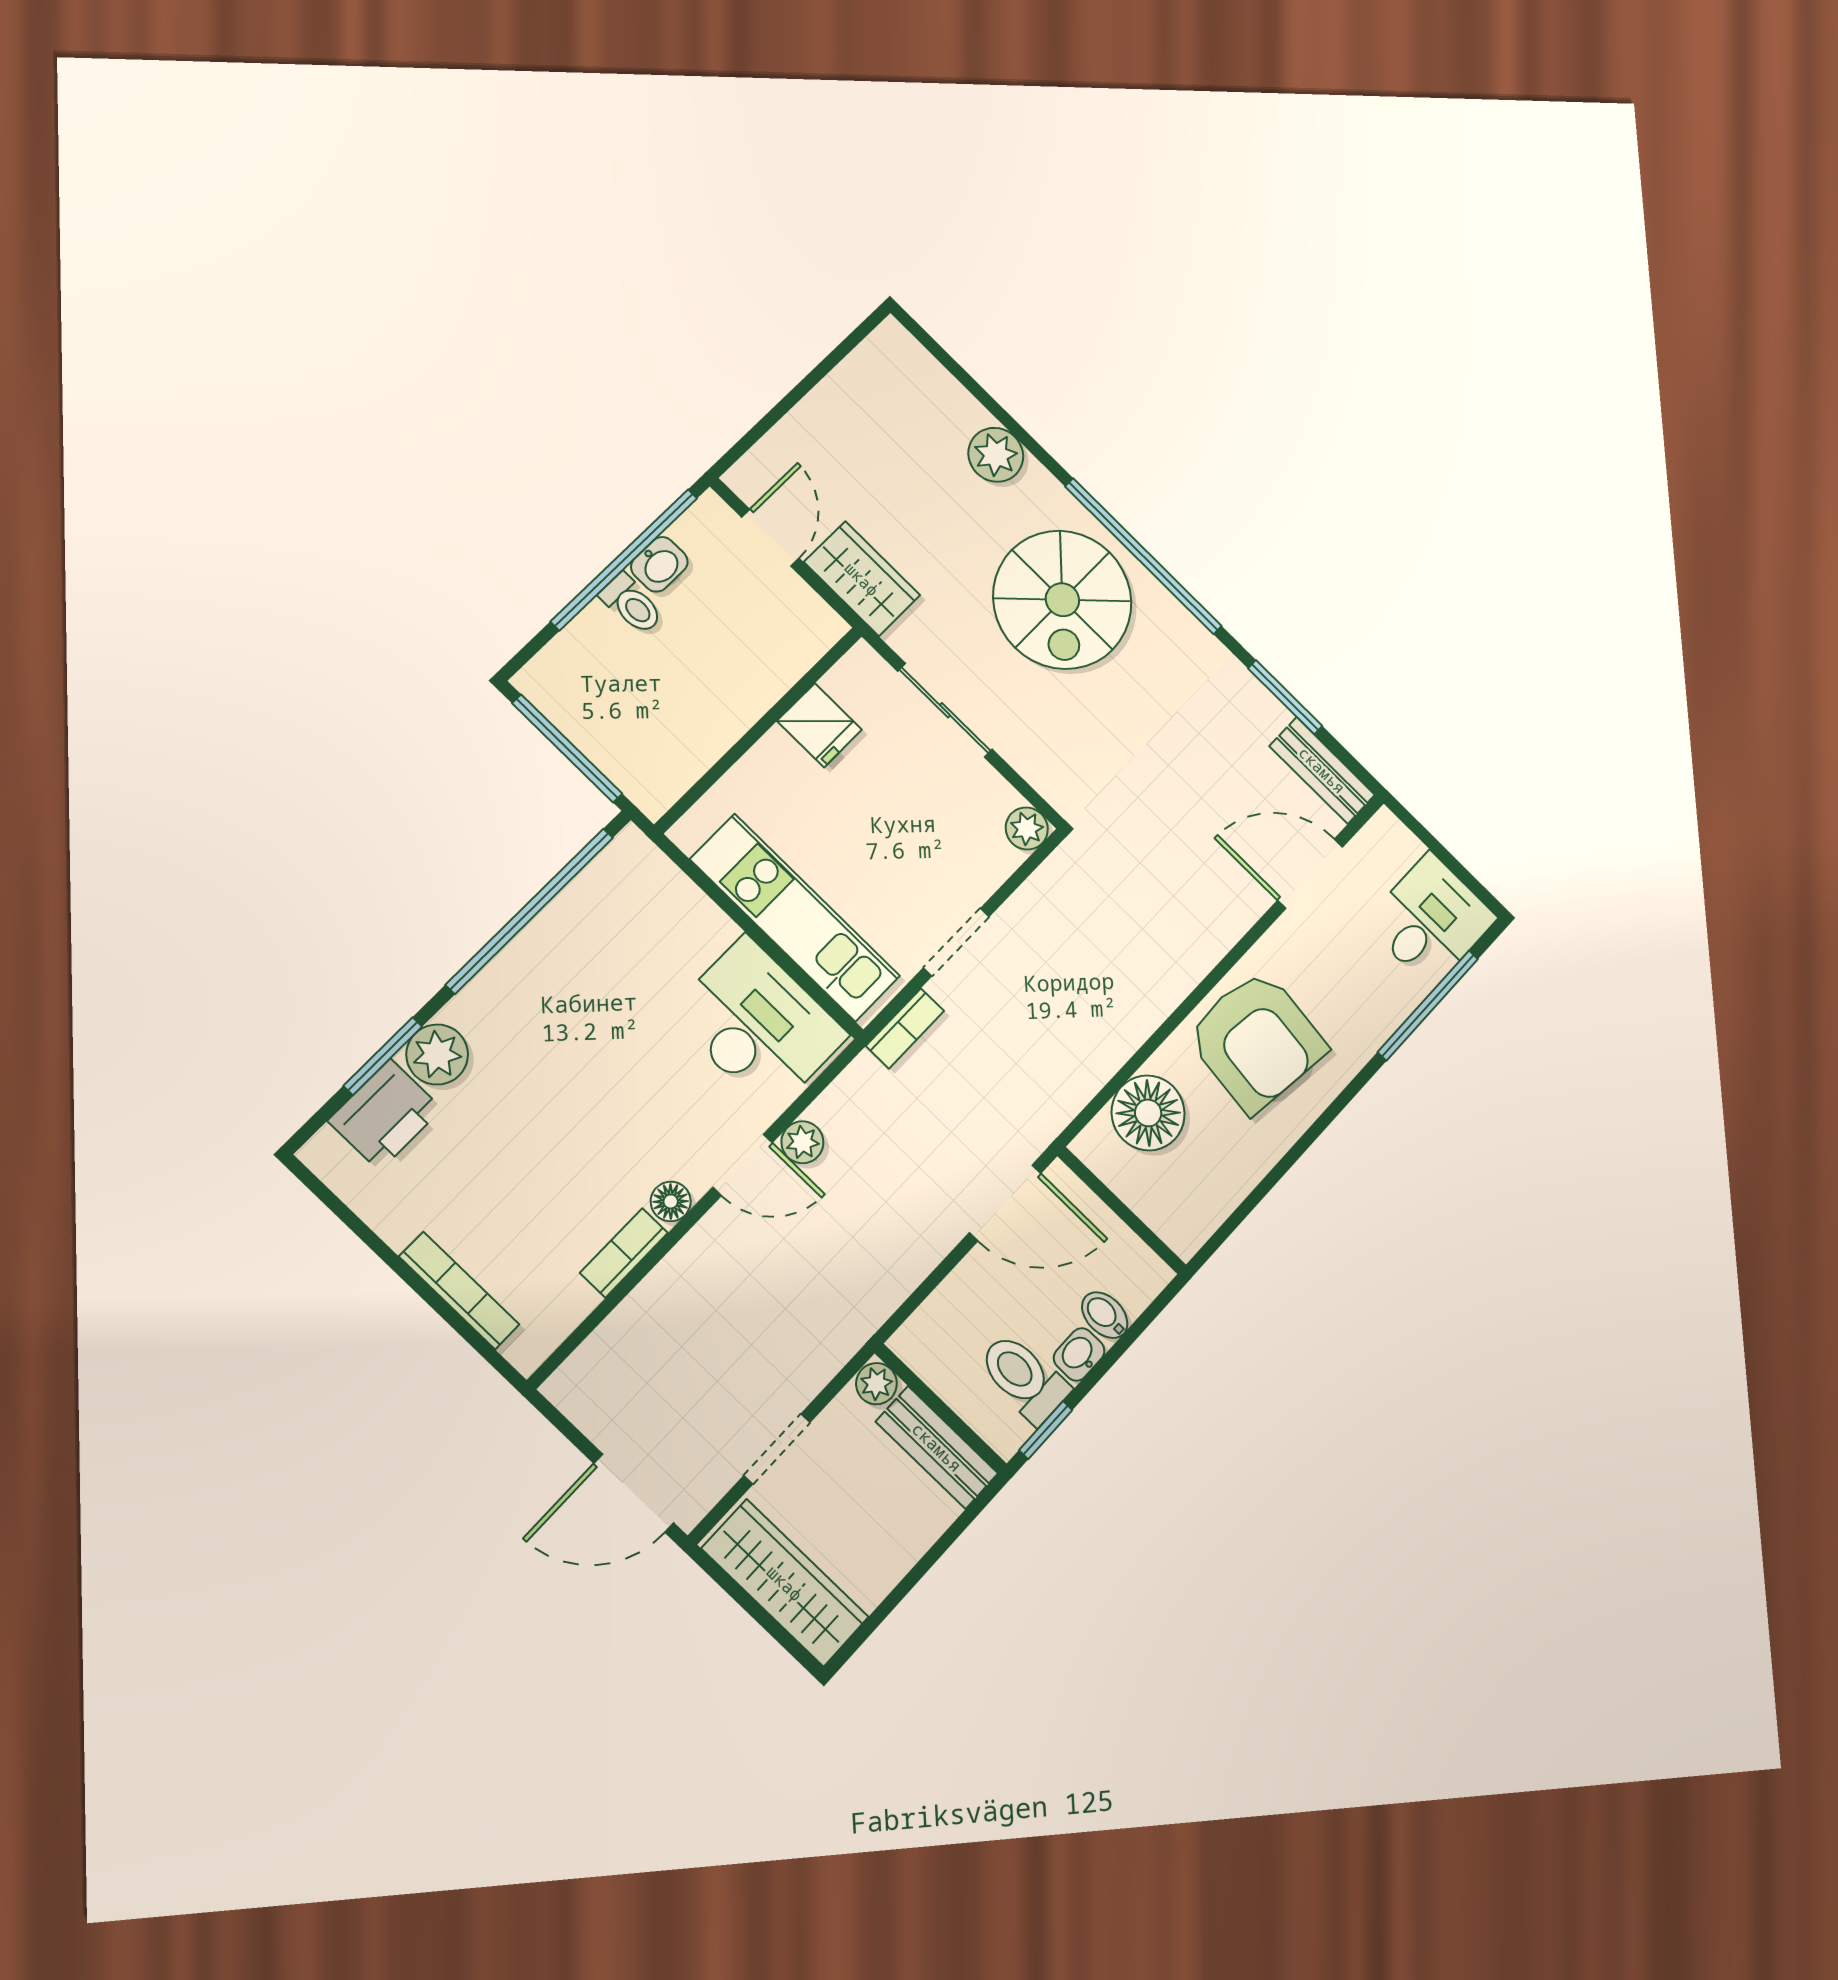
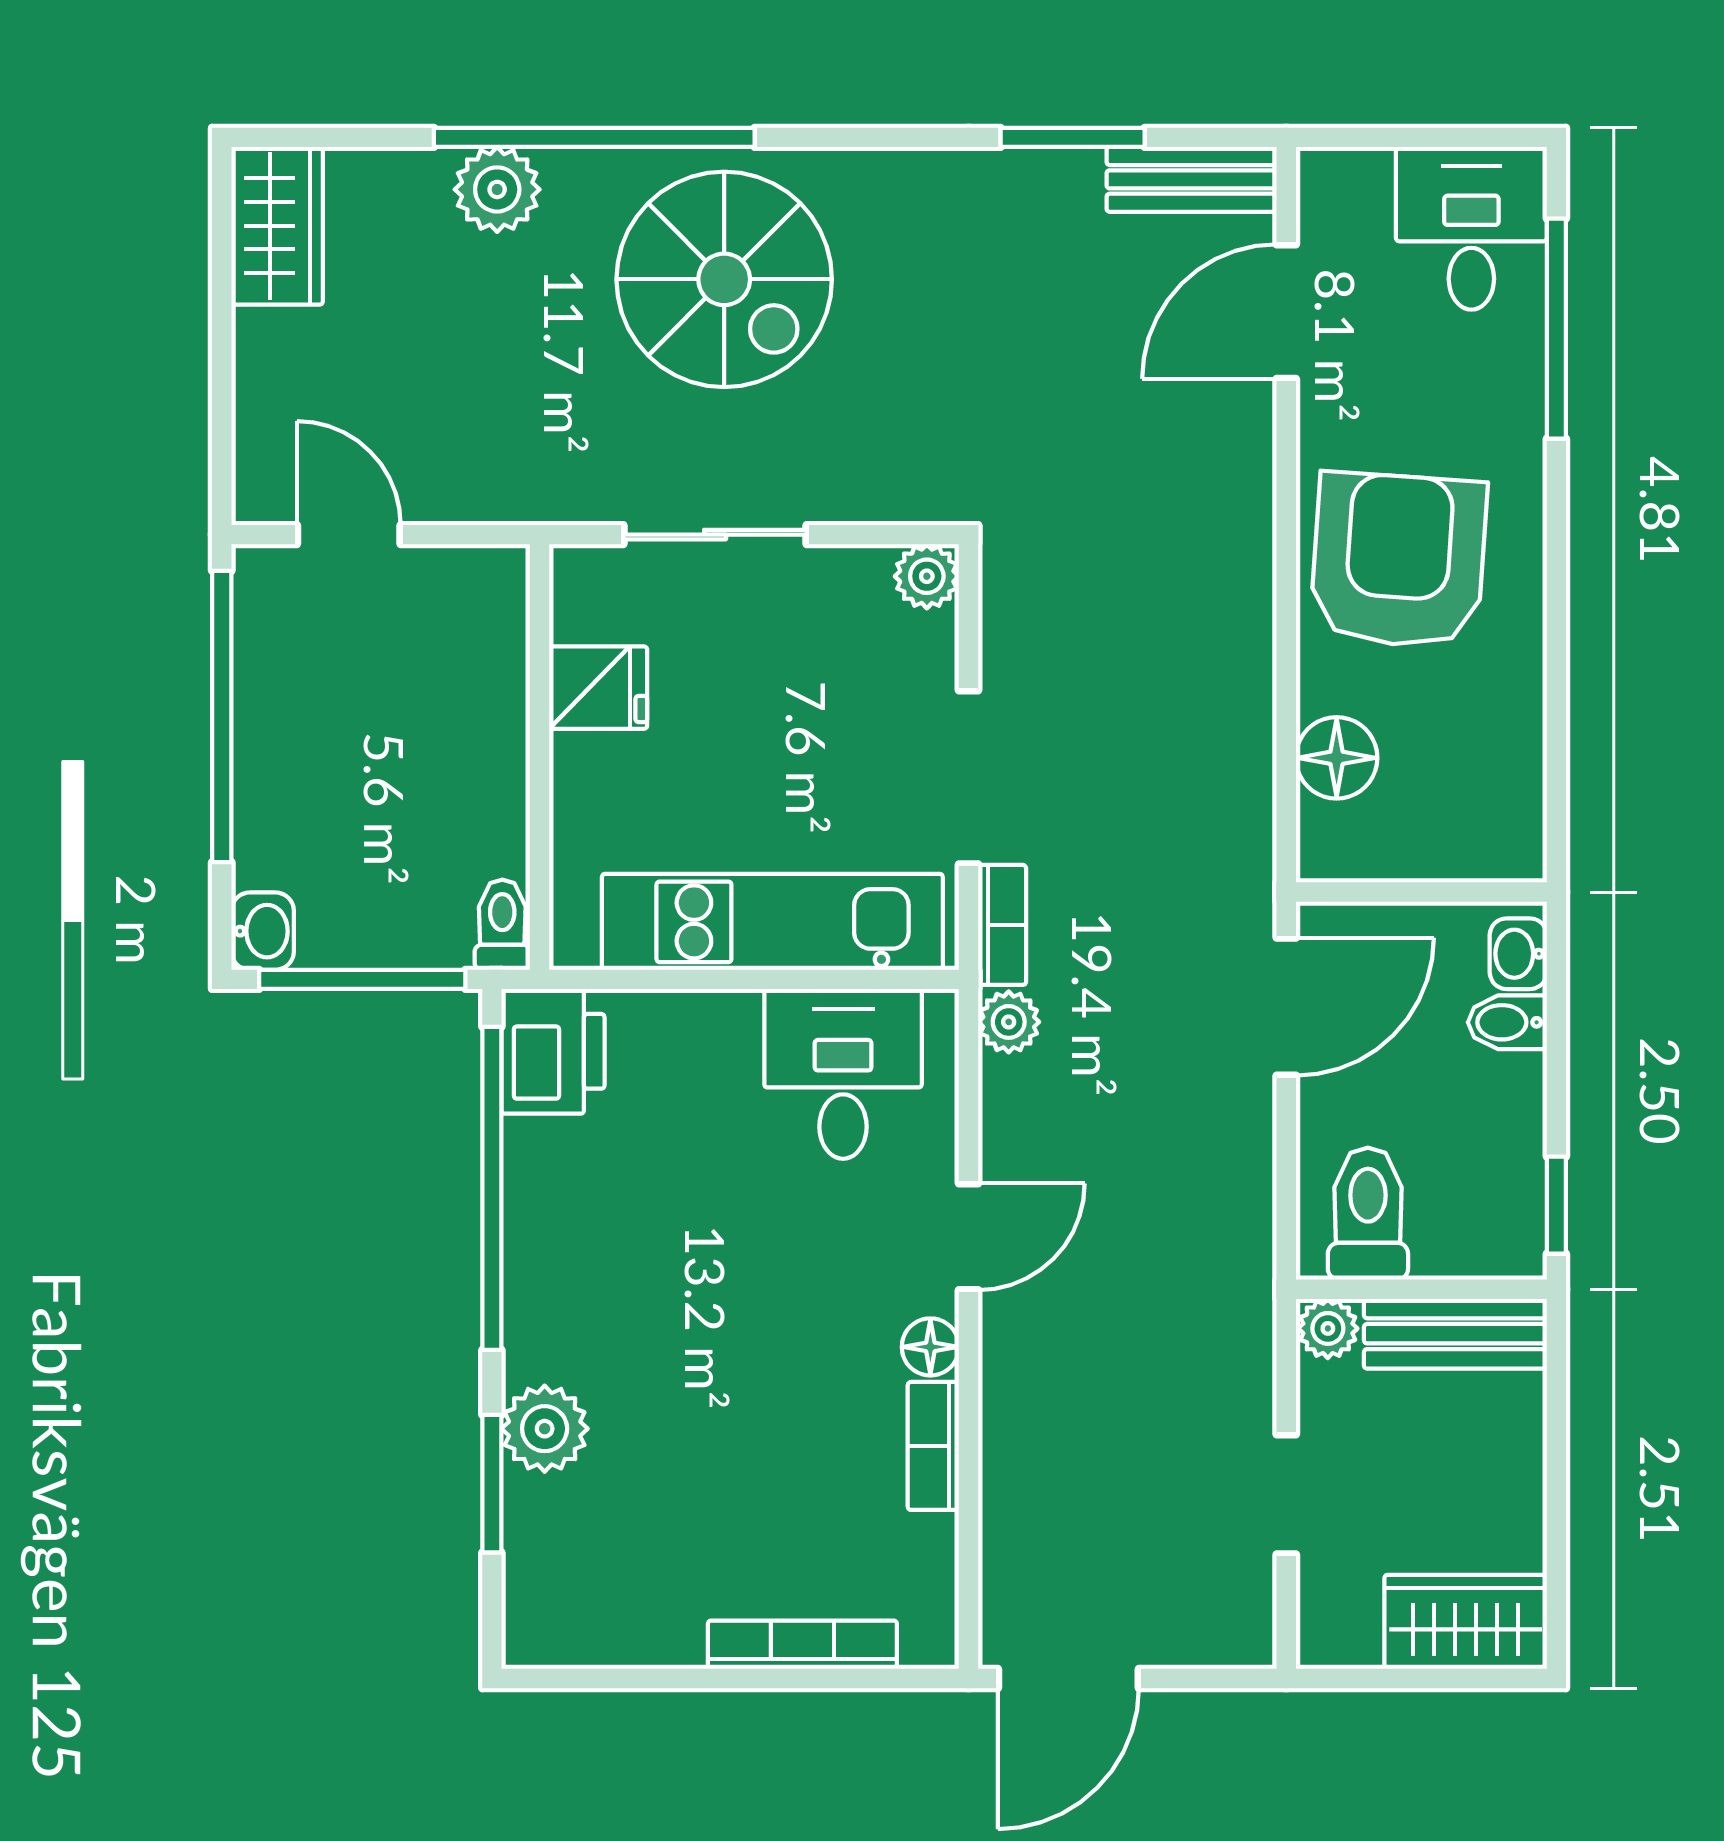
window: (1143, 556) -> (594, 137), moved
washbasin: (659, 564) -> (263, 931), moved
wardrobe: (862, 579) -> (277, 226), moved, turned 90
toilet: (632, 604) -> (502, 925), moved, turned -90
doorway: (956, 942) -> (969, 777), width x1.38
desk: (758, 1025) -> (843, 1074), width x0.73
armchair: (1256, 1041) -> (1398, 560), turned -93
floor lamp: (1148, 1113) -> (1337, 758), width x0.73, depth x0.73
printer: (385, 1115) -> (553, 1051), moved
plant: (802, 1142) -> (1009, 1022), moved
washbasin: (1079, 1354) -> (1518, 954), moved
toilet: (1024, 1378) -> (1368, 1214), moved, turned 90
door: (634, 1493) -> (1068, 1678), moved
wardrobe: (785, 1583) -> (1466, 1622), width x0.67

